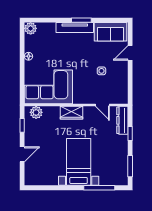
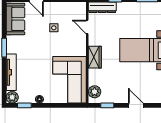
tv unit: (75, 27) -> (11, 72), moved
window: (22, 41) -> (24, 105), added
door: (102, 105) -> (87, 27), swing flipped

